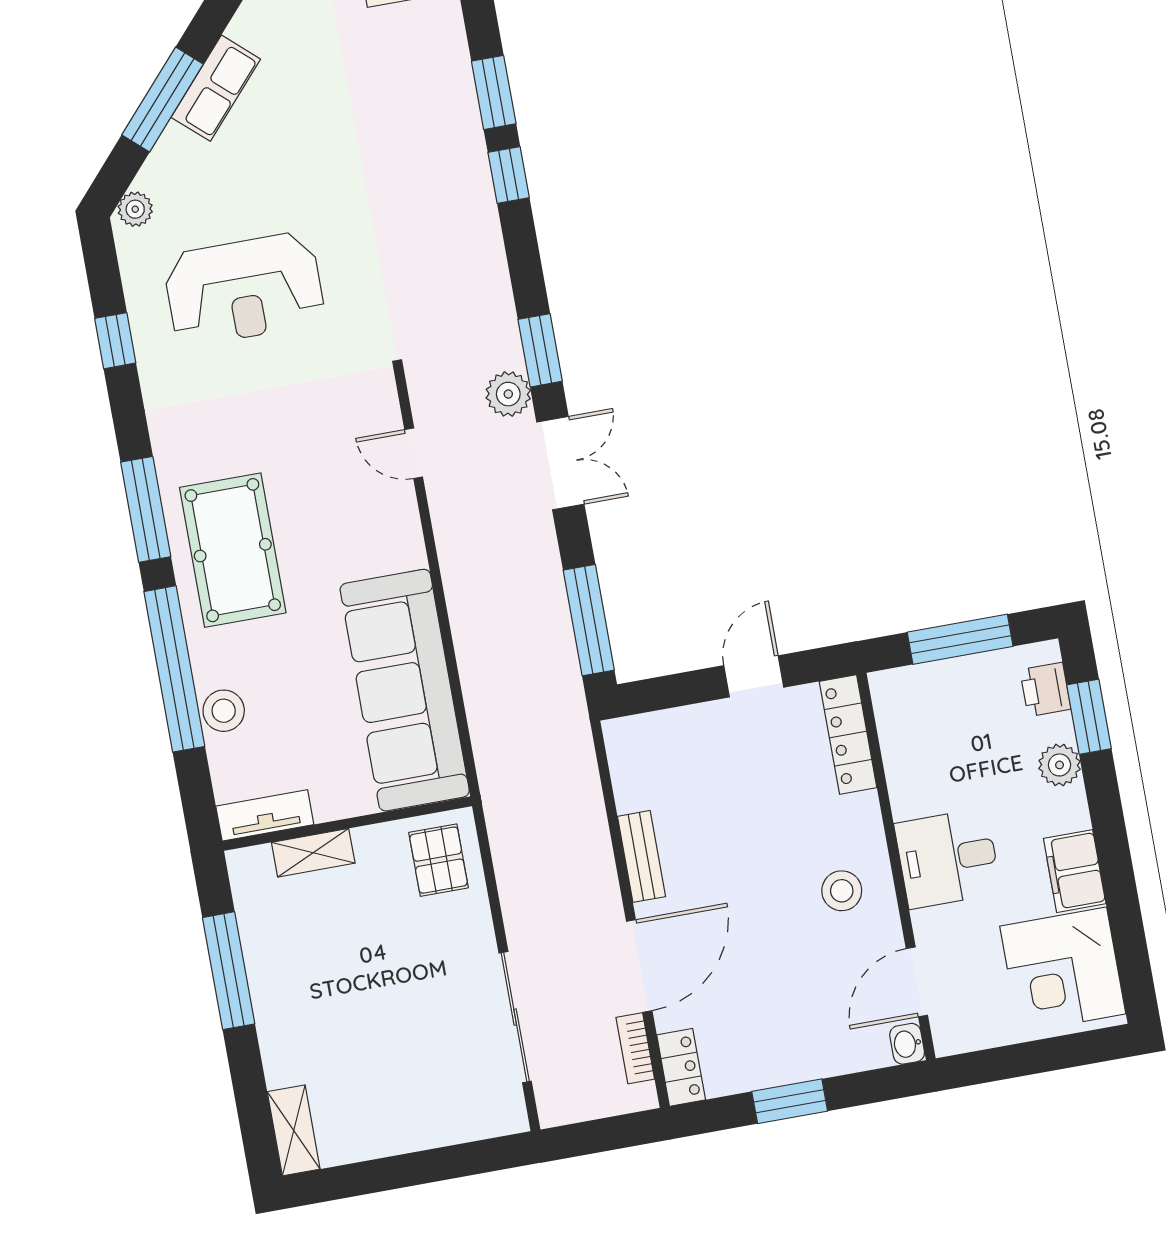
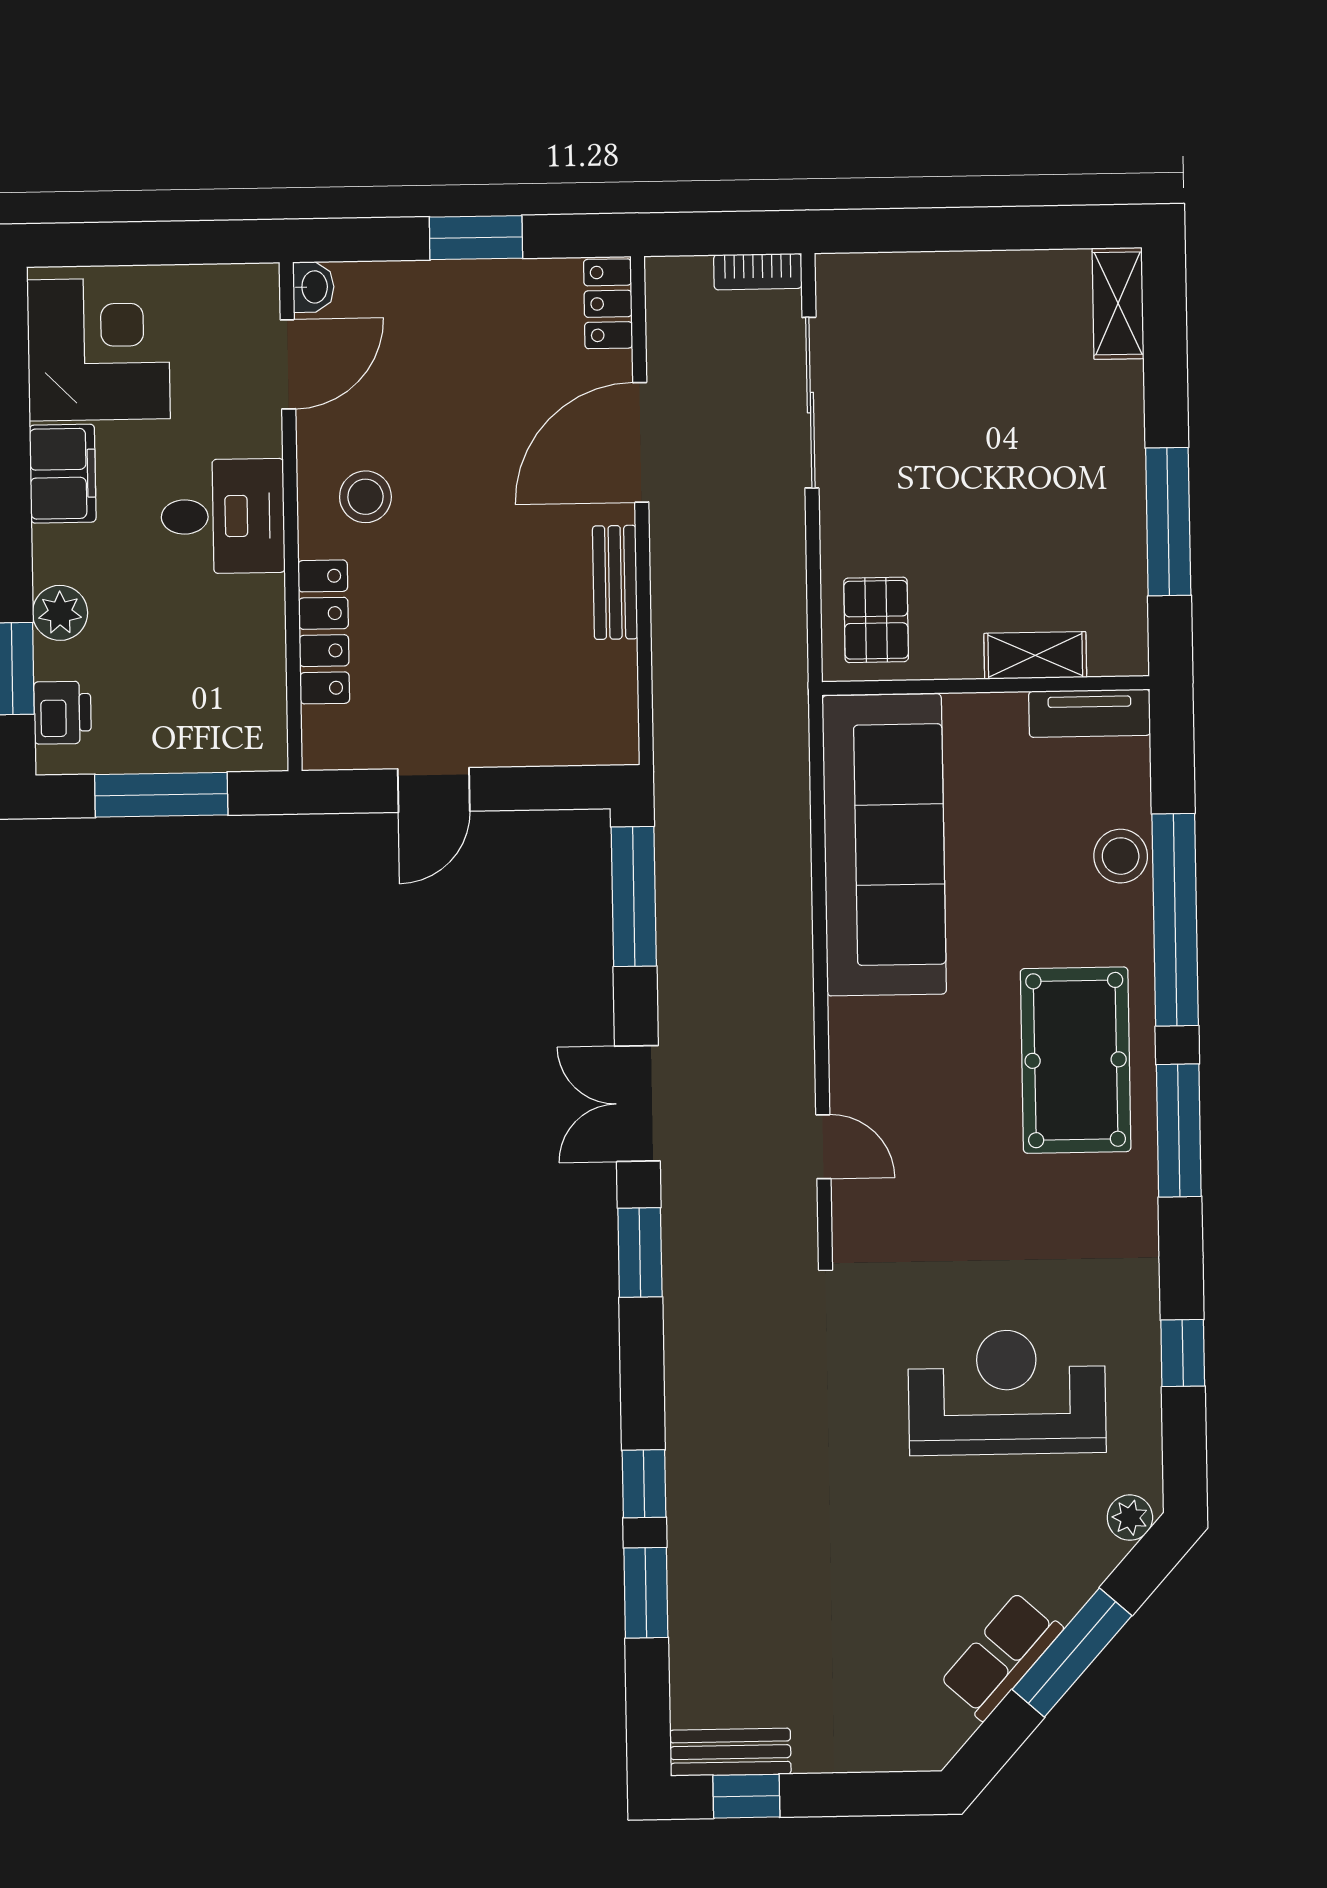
plant: (508, 394) -> (690, 1203), removed
locker: (848, 734) -> (324, 632), moved
bookcase: (635, 1048) -> (758, 272), moved, turned 90

